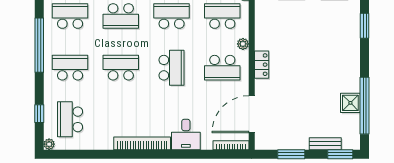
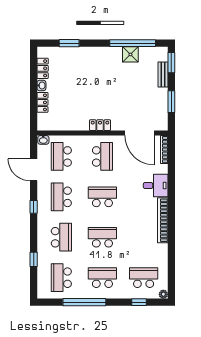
plant: (243, 44) -> (84, 140), removed
school desk: (70, 68) -> (102, 278), turned 90
school desk: (121, 68) -> (102, 237), turned 90
school desk: (70, 119) -> (144, 278), turned 180

